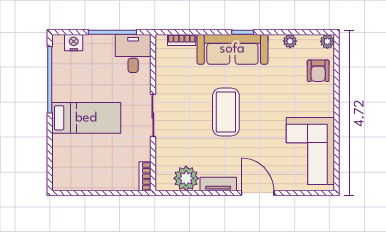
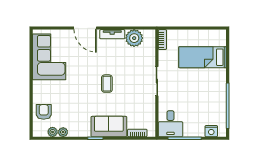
plant: (327, 41) -> (53, 132), moved
sofa: (232, 49) -> (109, 127), width x0.73
coffee table: (226, 112) -> (107, 84), width x0.54, depth x0.58
bed: (86, 118) -> (203, 57), moved

